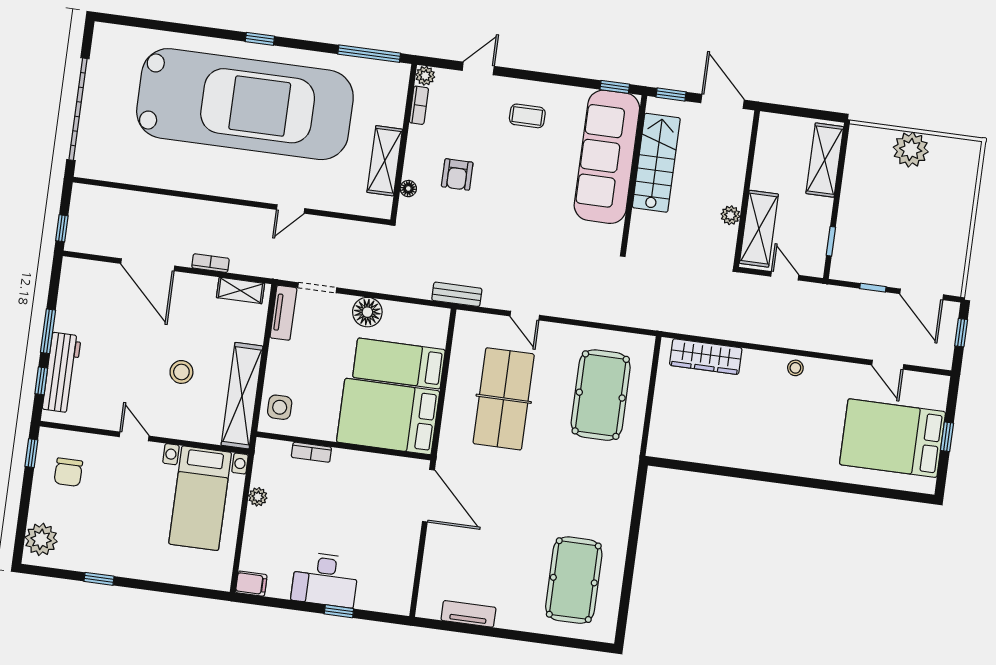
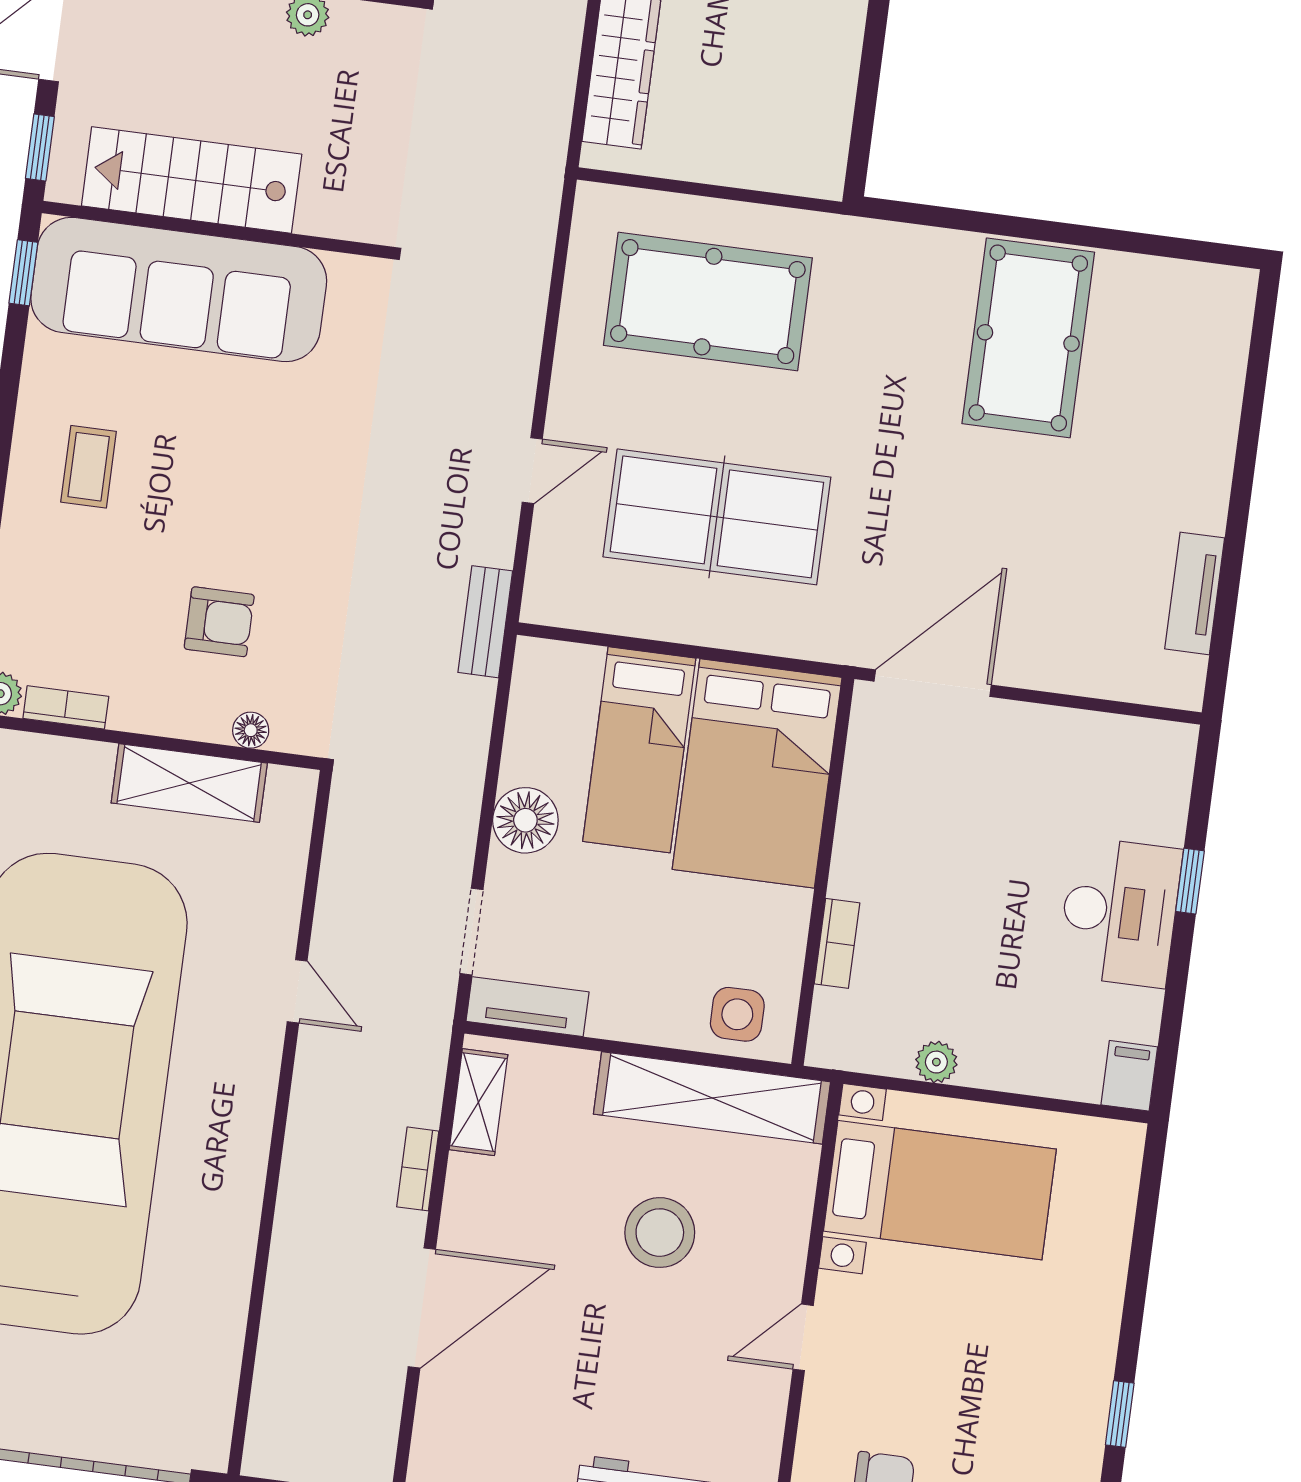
stool: (181, 372) -> (660, 1233), width x1.38, depth x1.38
pool table: (574, 580) -> (1028, 338), moved, turned 90

